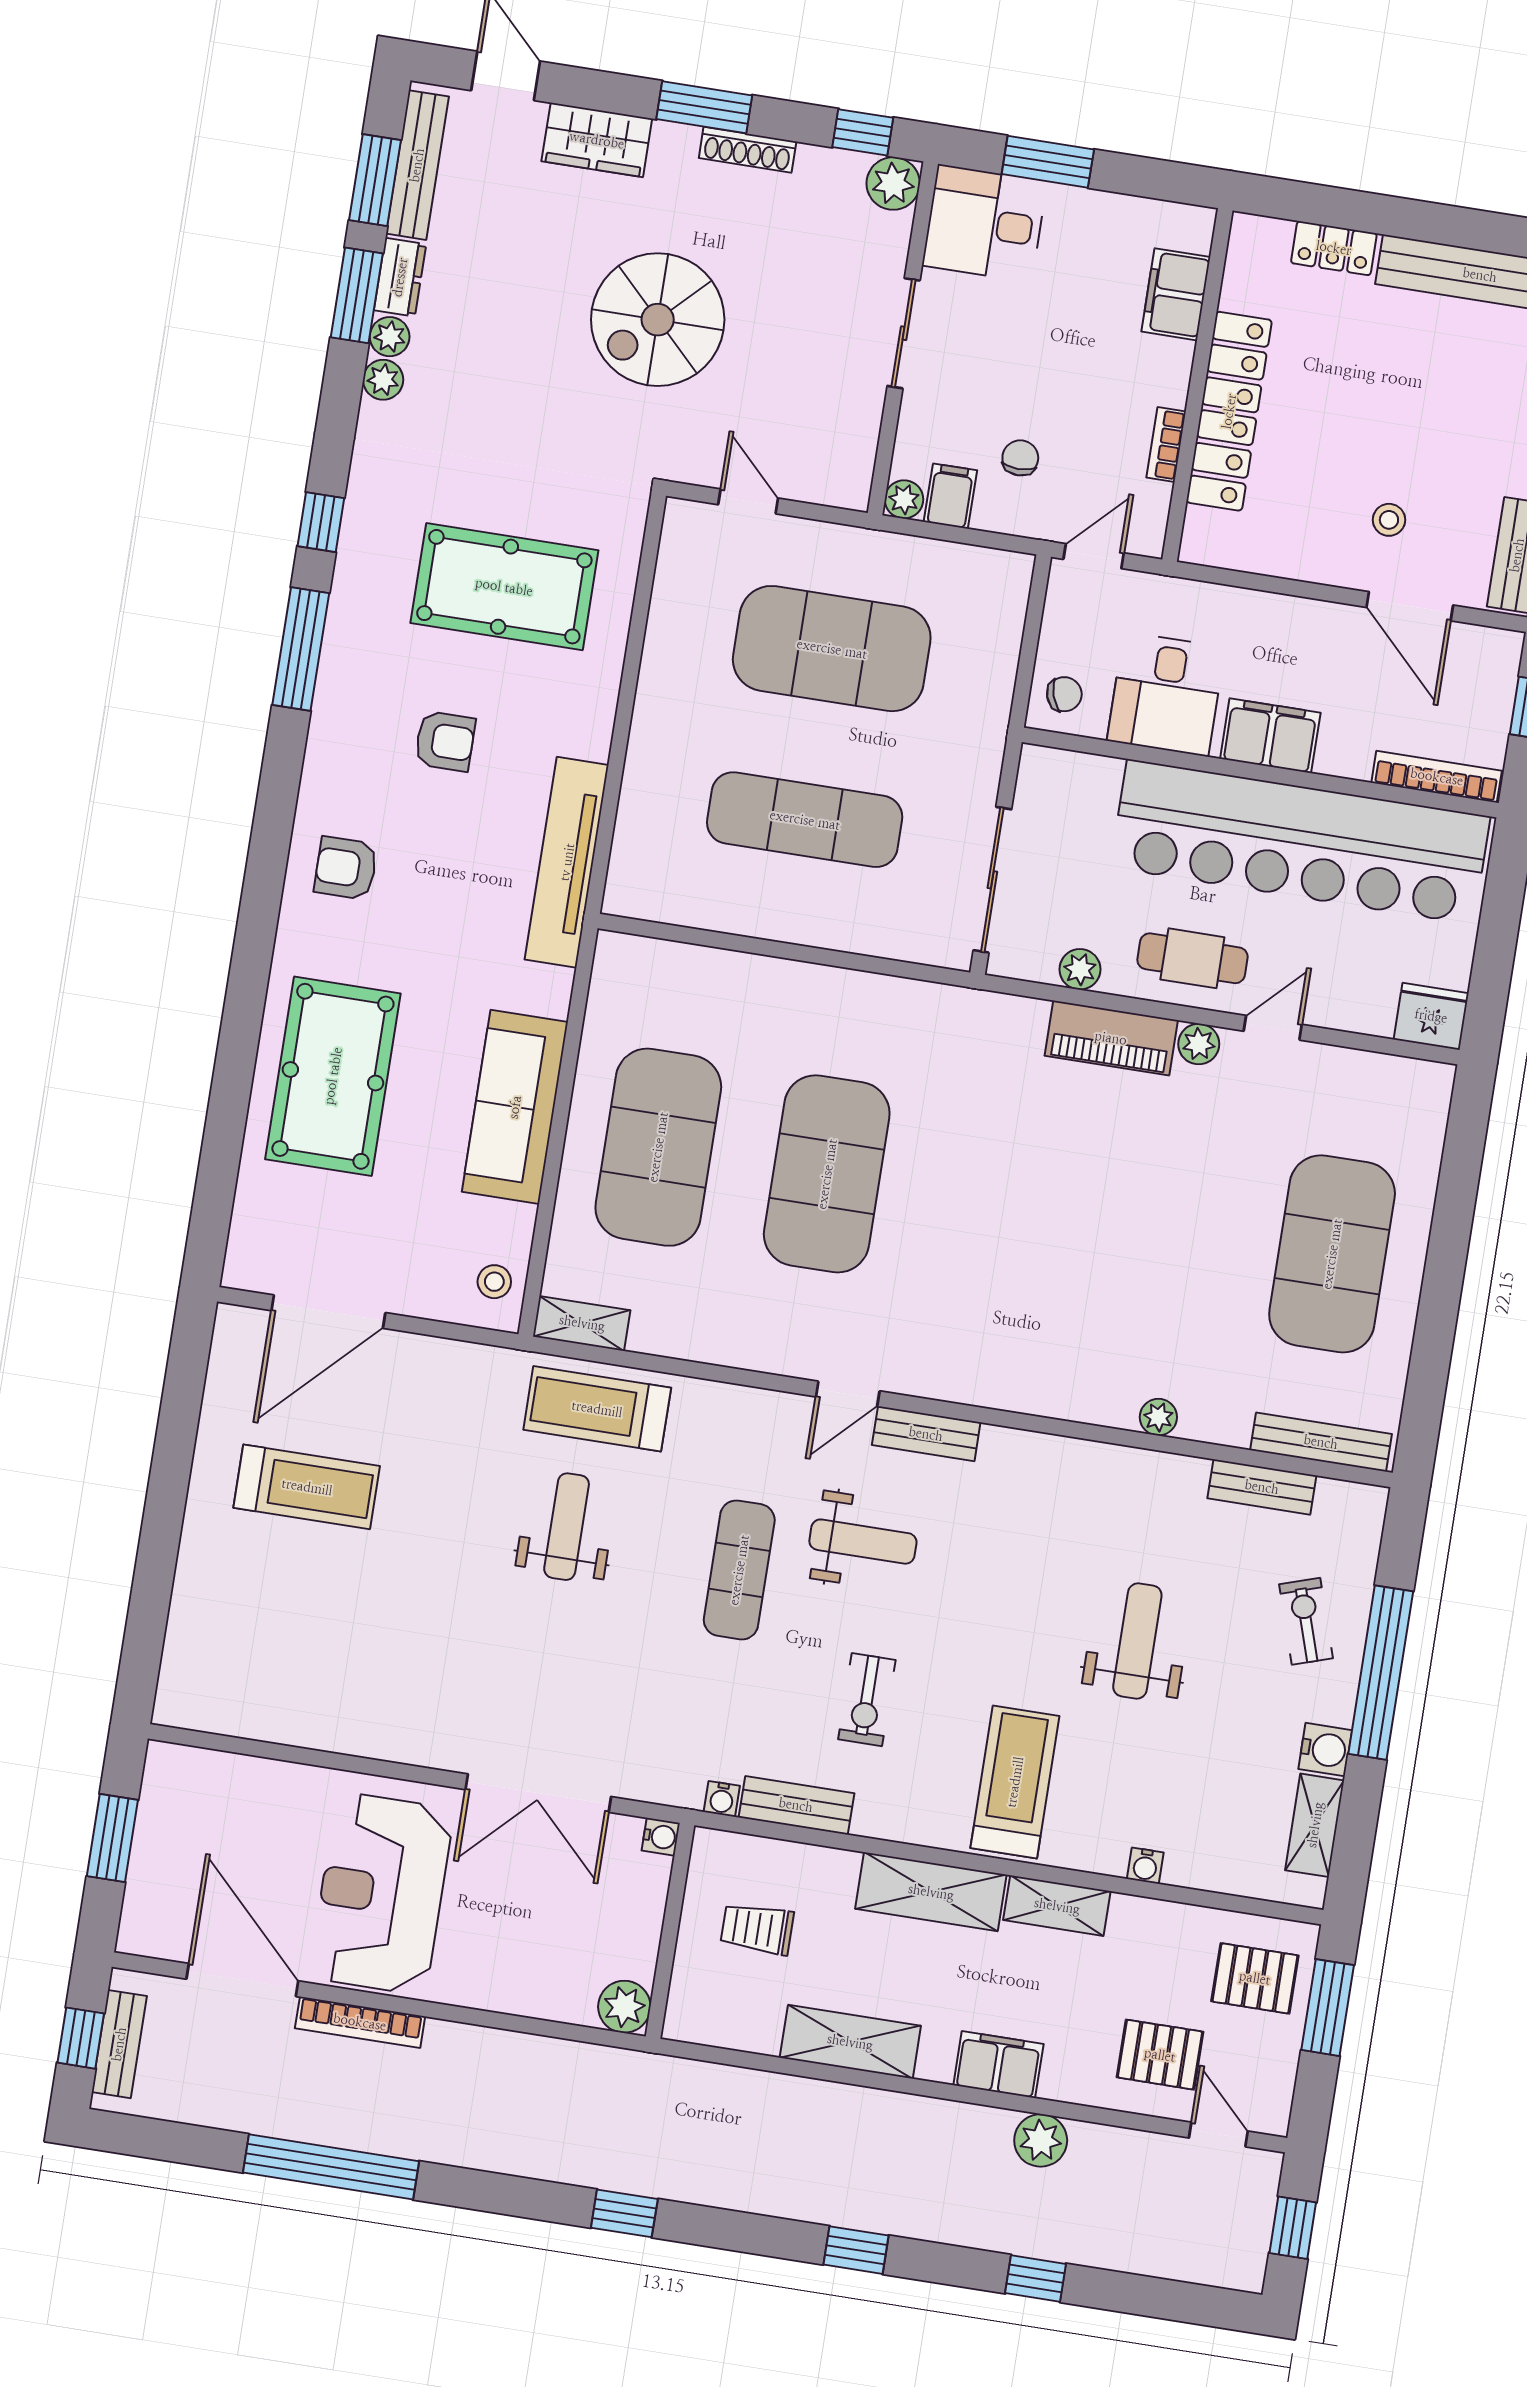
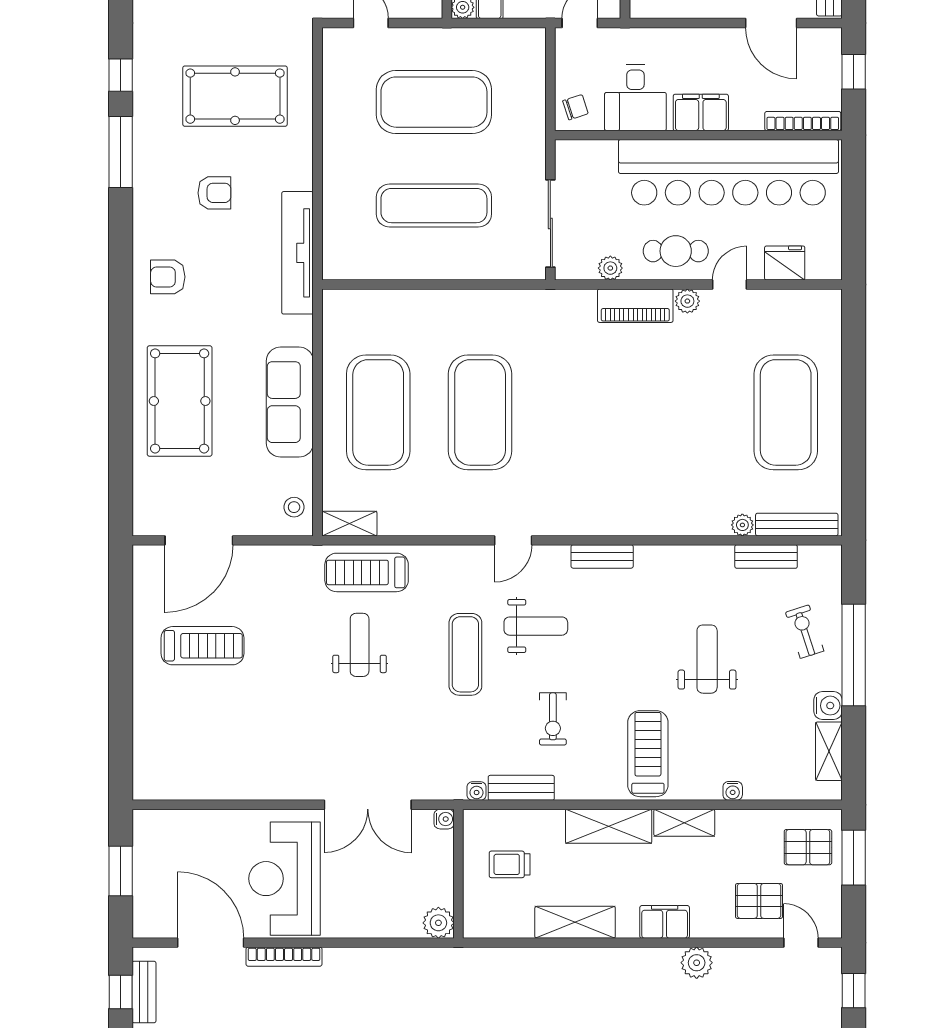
fridge: (1431, 1016) -> (785, 263), moved
plant: (1158, 1417) -> (742, 525), moved
bench: (926, 1434) -> (602, 556), moved

